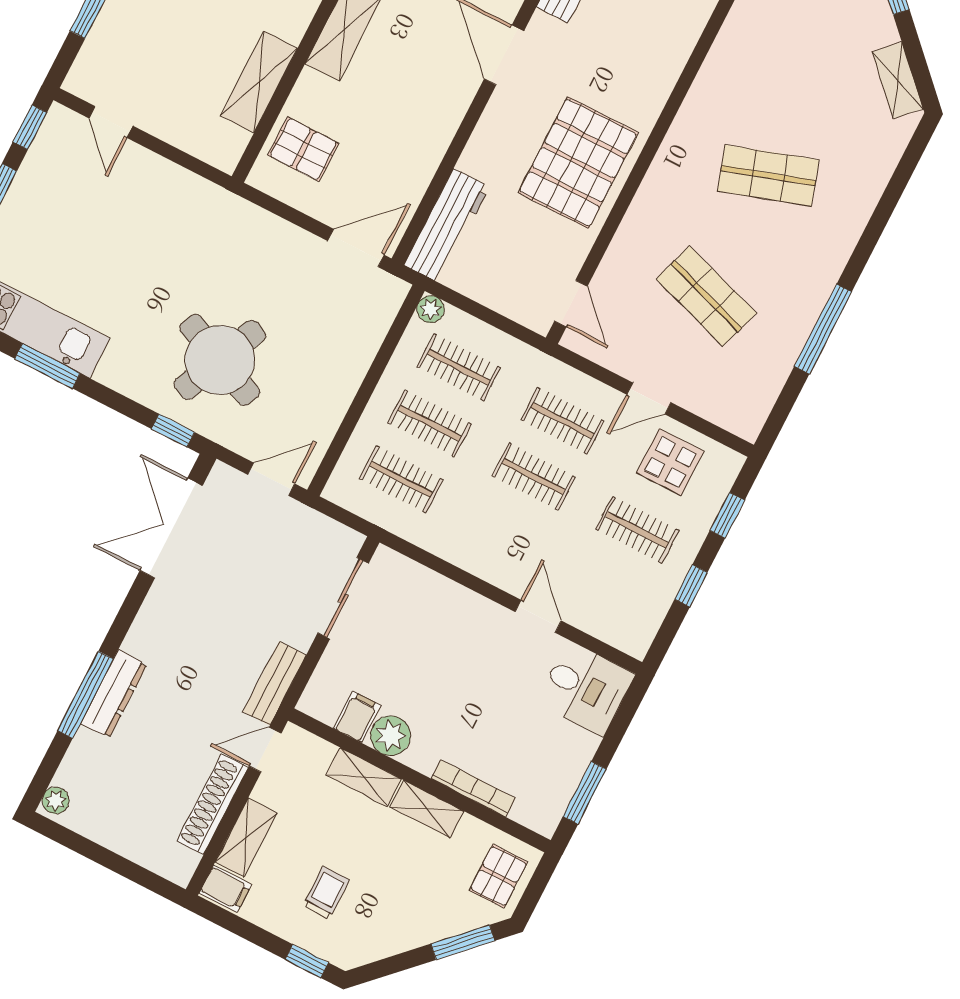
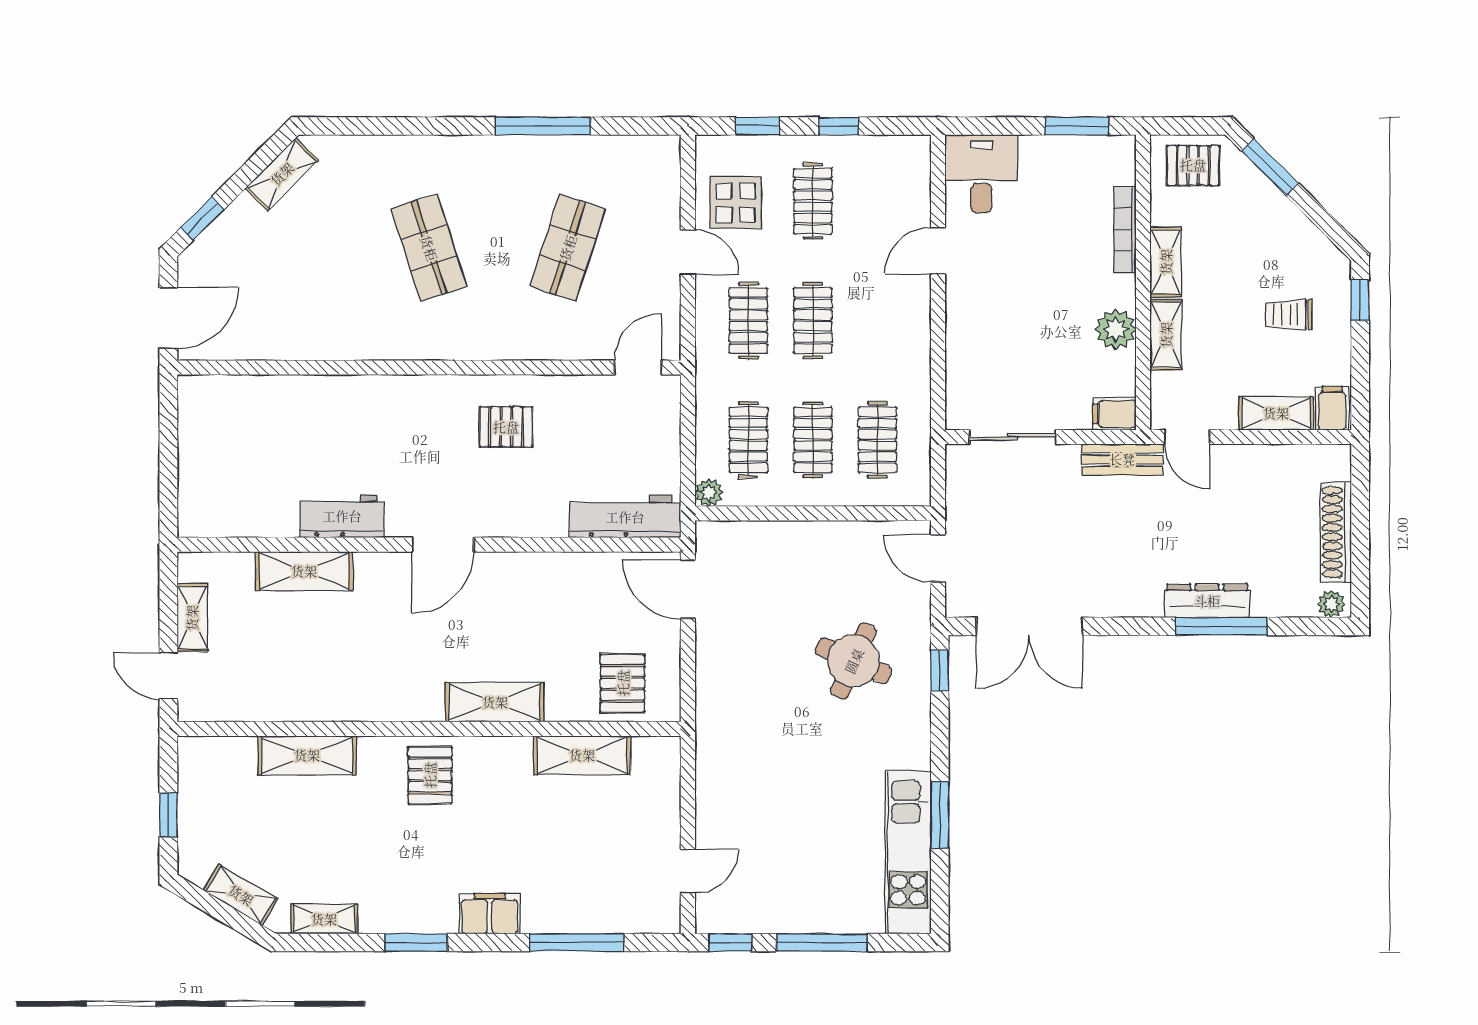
pallet: (578, 163) -> (506, 427), width x0.49, depth x0.50
round table: (220, 360) -> (854, 661), width x0.73, depth x0.73
filing cabinet: (357, 717) -> (1114, 414), moved
shoe rack: (213, 804) -> (1336, 532), moved, turned 90

